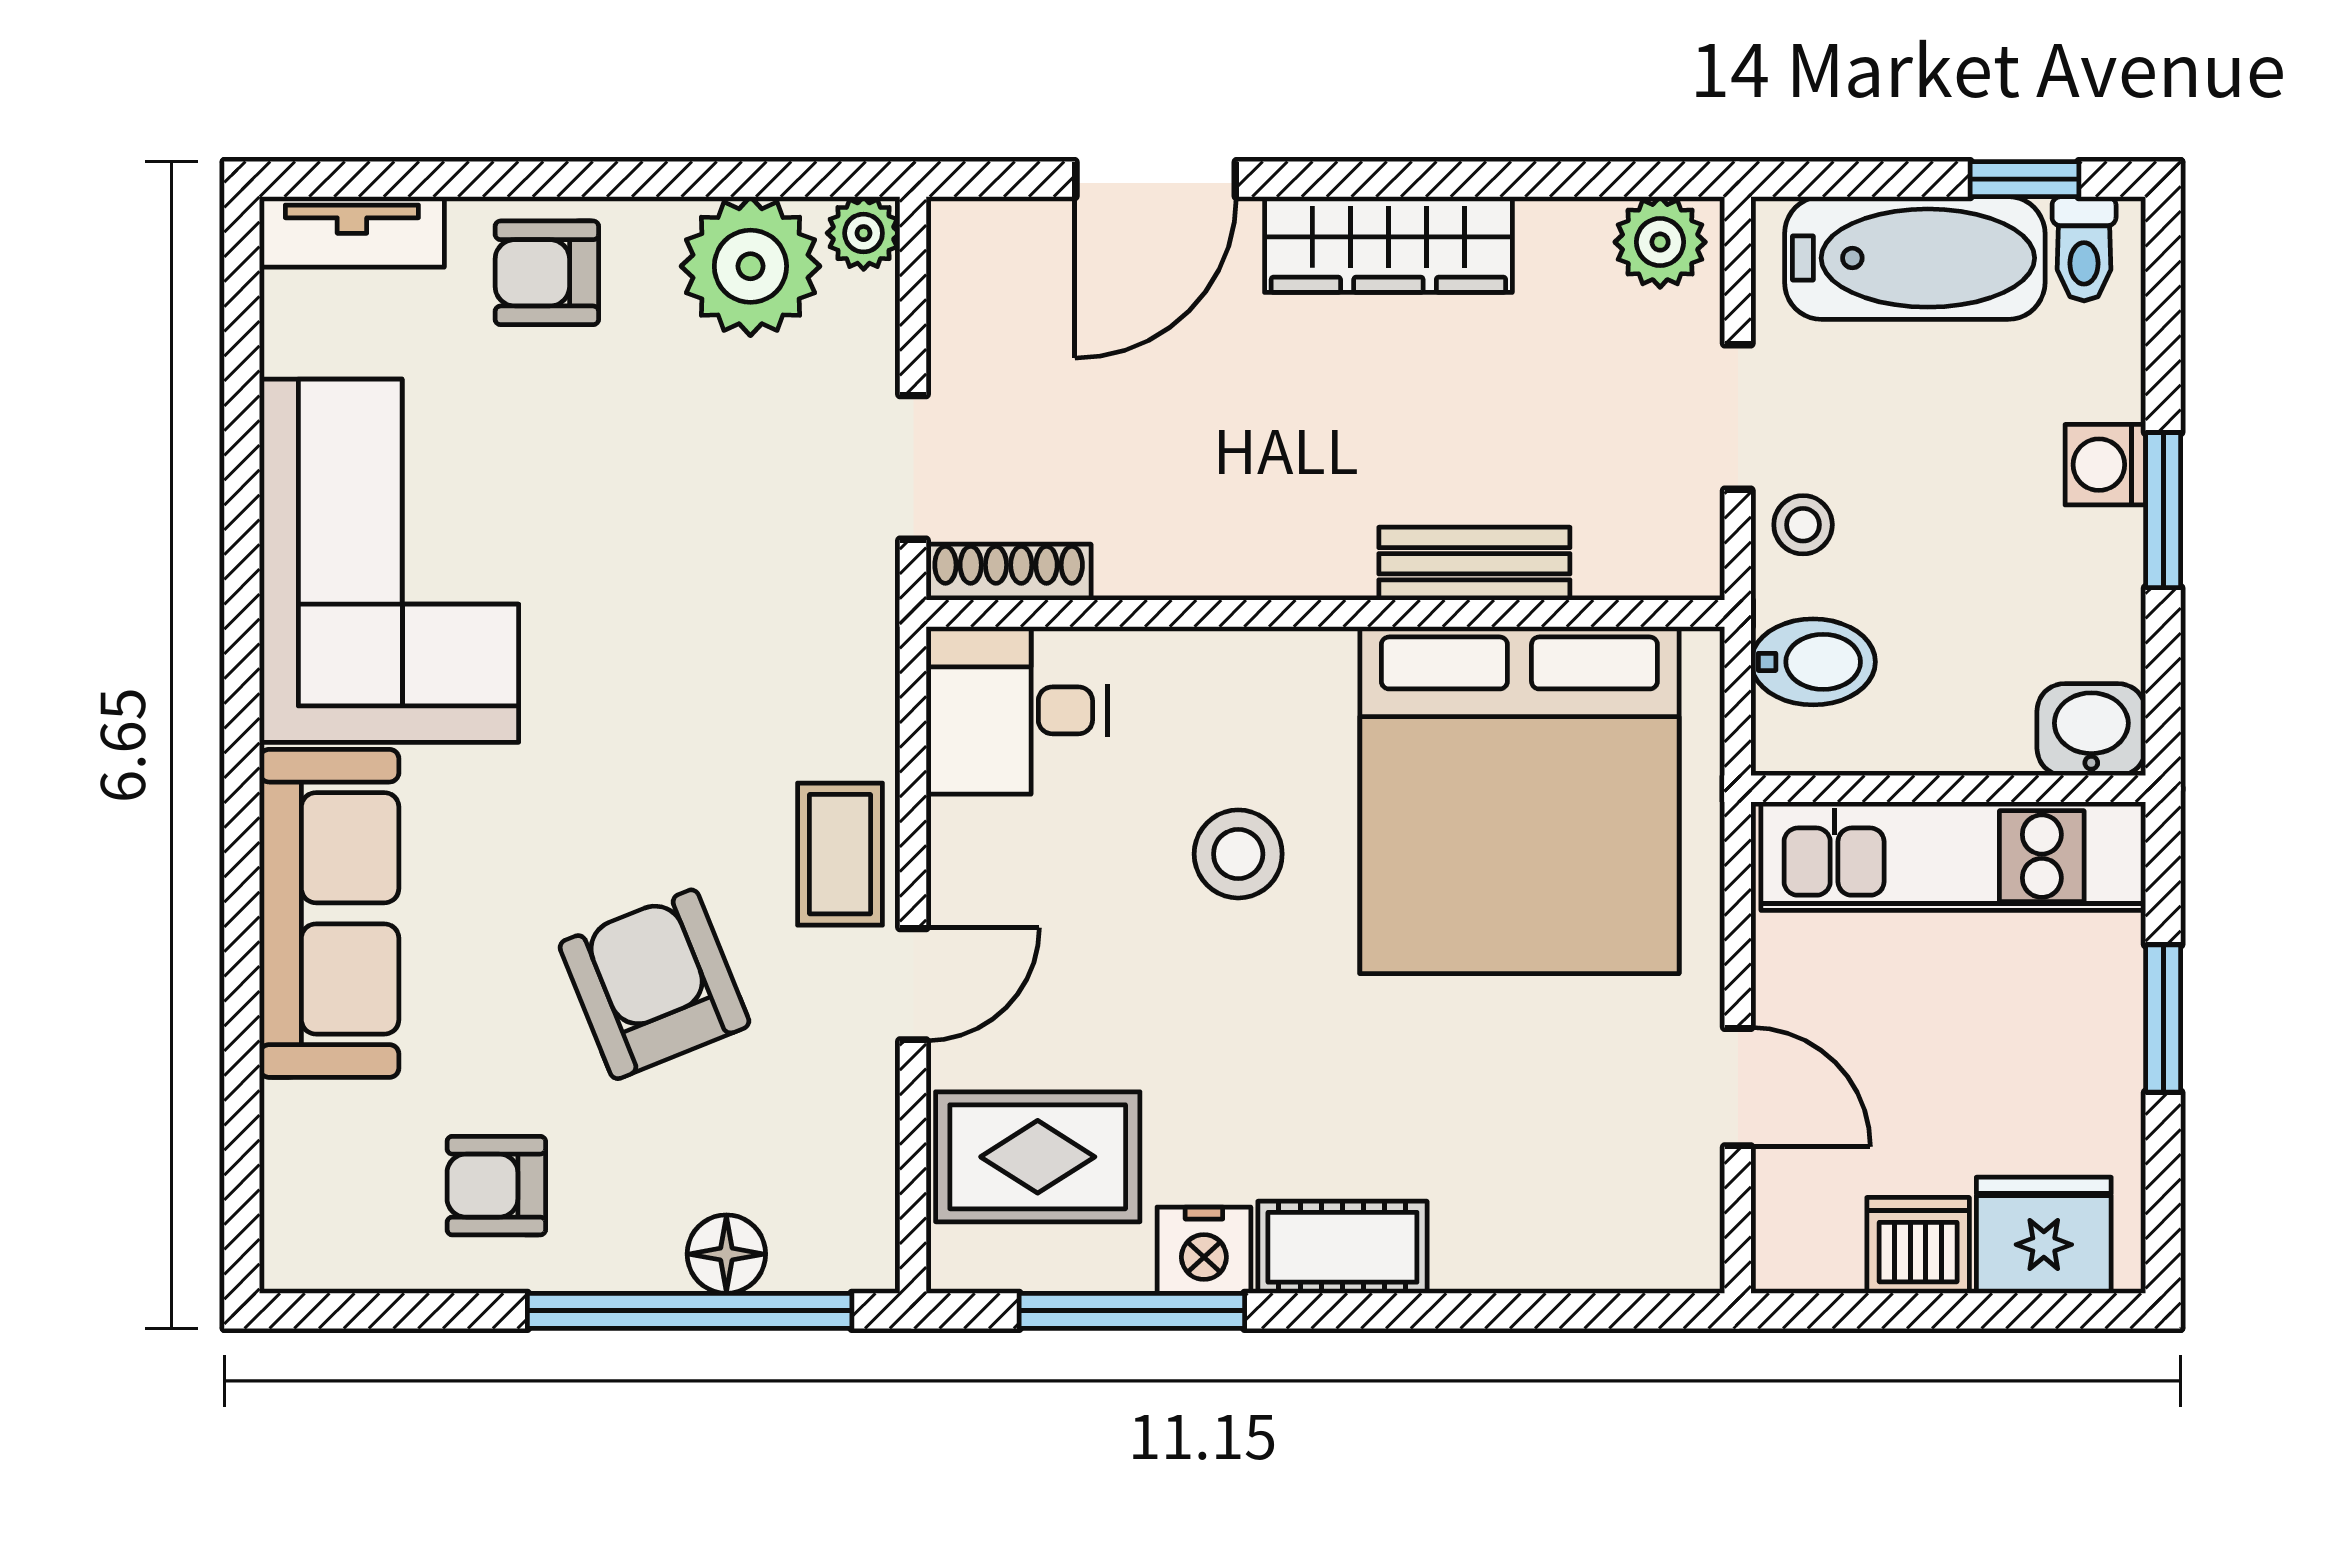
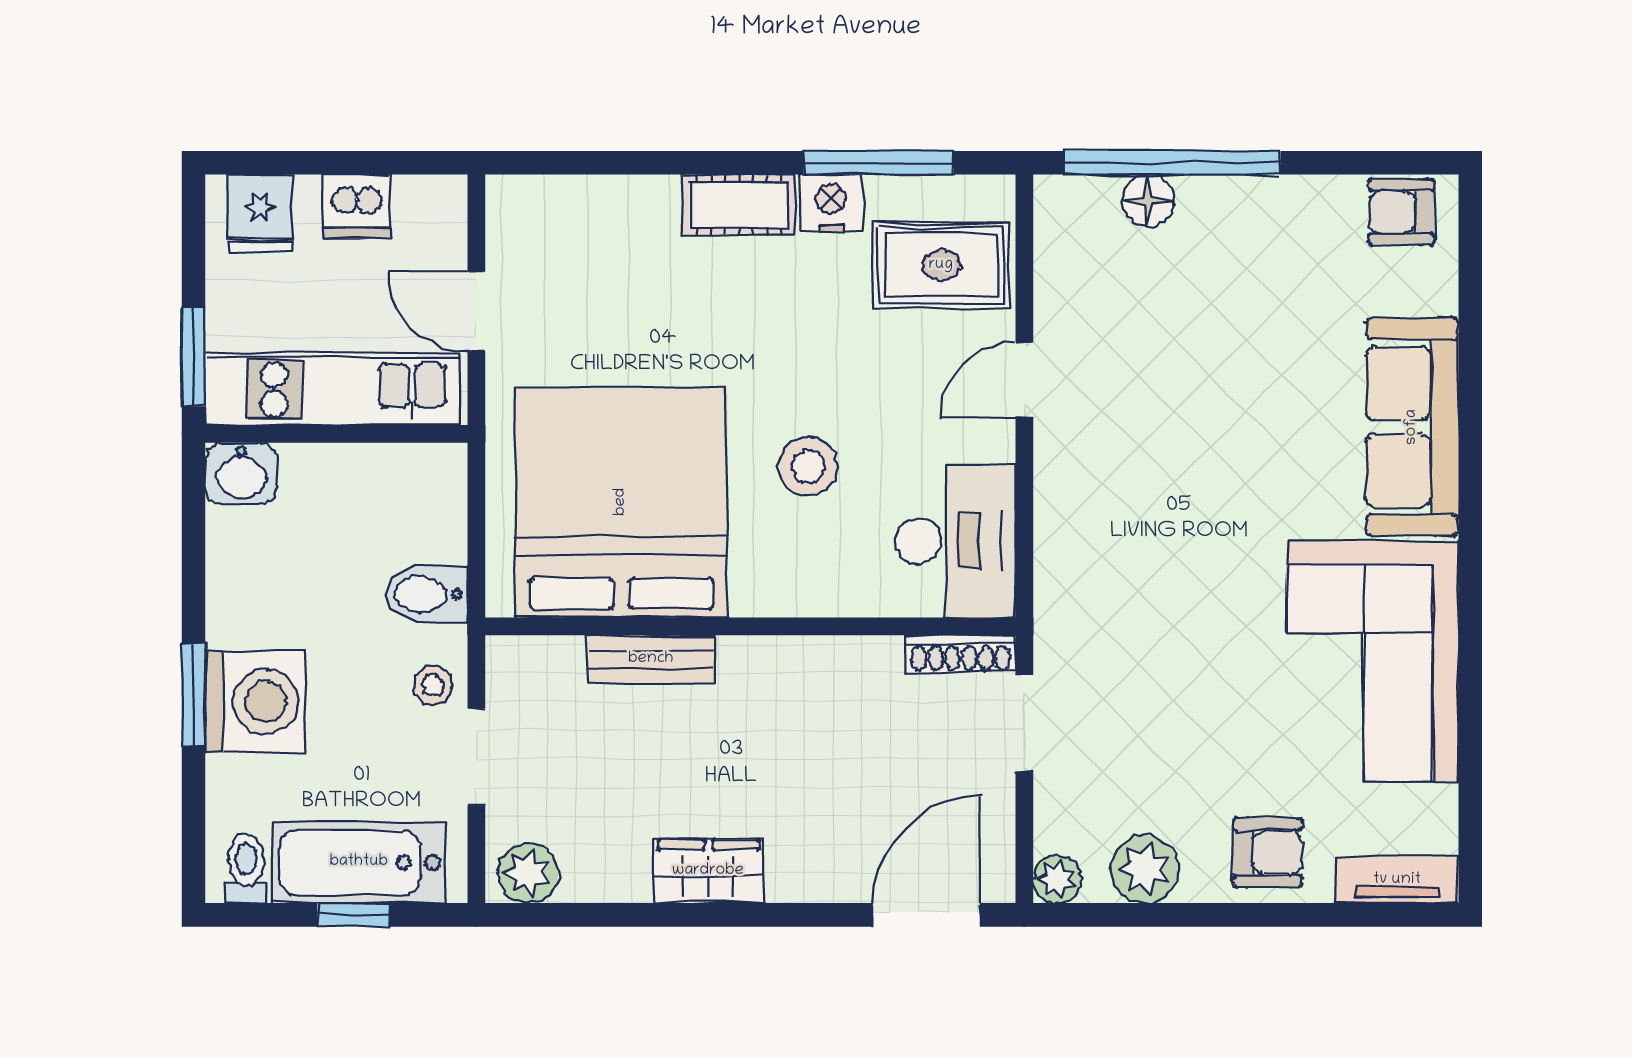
door: (1156, 179) -> (926, 915), moved
window: (2024, 179) -> (353, 915), moved
wardrobe: (1388, 245) -> (708, 871), width x0.67
plant: (750, 266) -> (1145, 869), width x0.73, depth x0.73
washing machine: (2105, 465) -> (256, 701), width x1.89, depth x1.89
desk: (1017, 710) -> (955, 541), width x1.37
washbasin: (2091, 730) -> (241, 473), moved
wall: (1948, 789) -> (336, 434), moved
coffee table: (840, 854) -> (1073, 466), removed
kitchen unit: (1953, 856) -> (333, 389), moved
armchair: (654, 984) -> (1196, 380), removed
armchair: (496, 1186) -> (1401, 212), moved, turned 180
fridge: (2044, 1235) -> (260, 213), width x0.72

